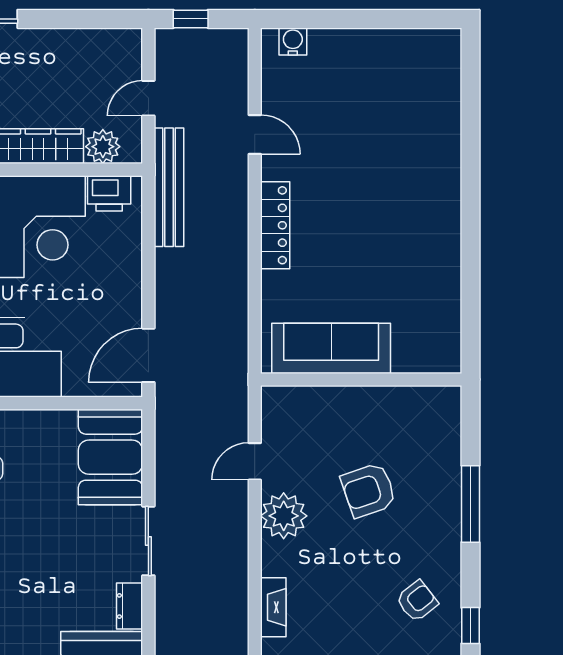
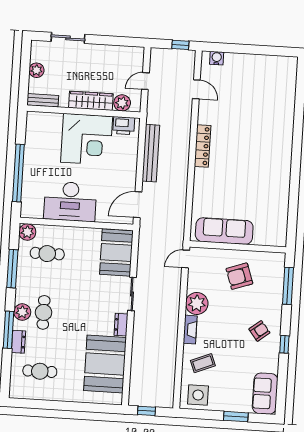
window: (191, 19) -> (180, 45), moved
door: (255, 135) -> (196, 89), moved
bench: (169, 187) -> (151, 153), moved
sofa: (331, 348) -> (224, 231), moved
wall: (361, 379) -> (238, 247), moved
plant: (284, 516) -> (197, 303), moved

